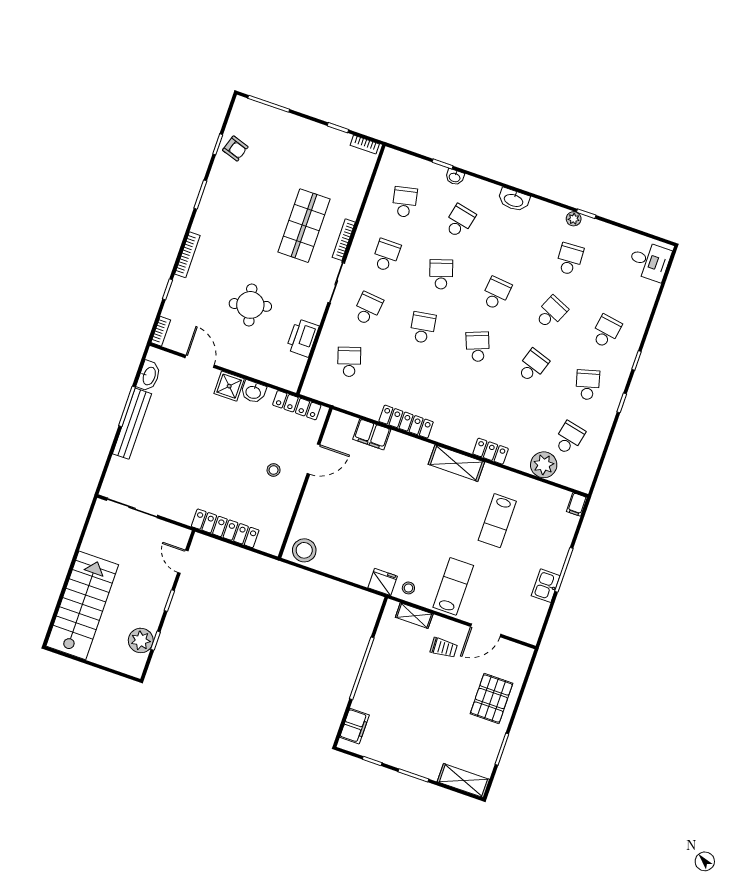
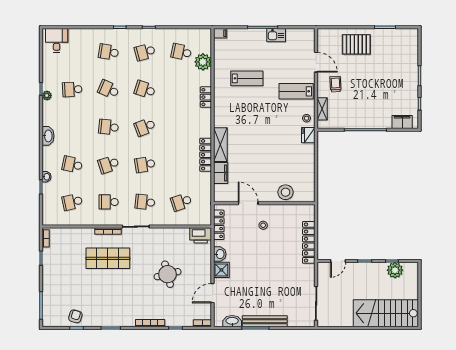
printer: (303, 338) -> (201, 235), moved
shelving: (456, 463) -> (220, 145), moved
stool: (304, 550) -> (286, 192), moved
shelving: (463, 781) -> (412, 44), removed

